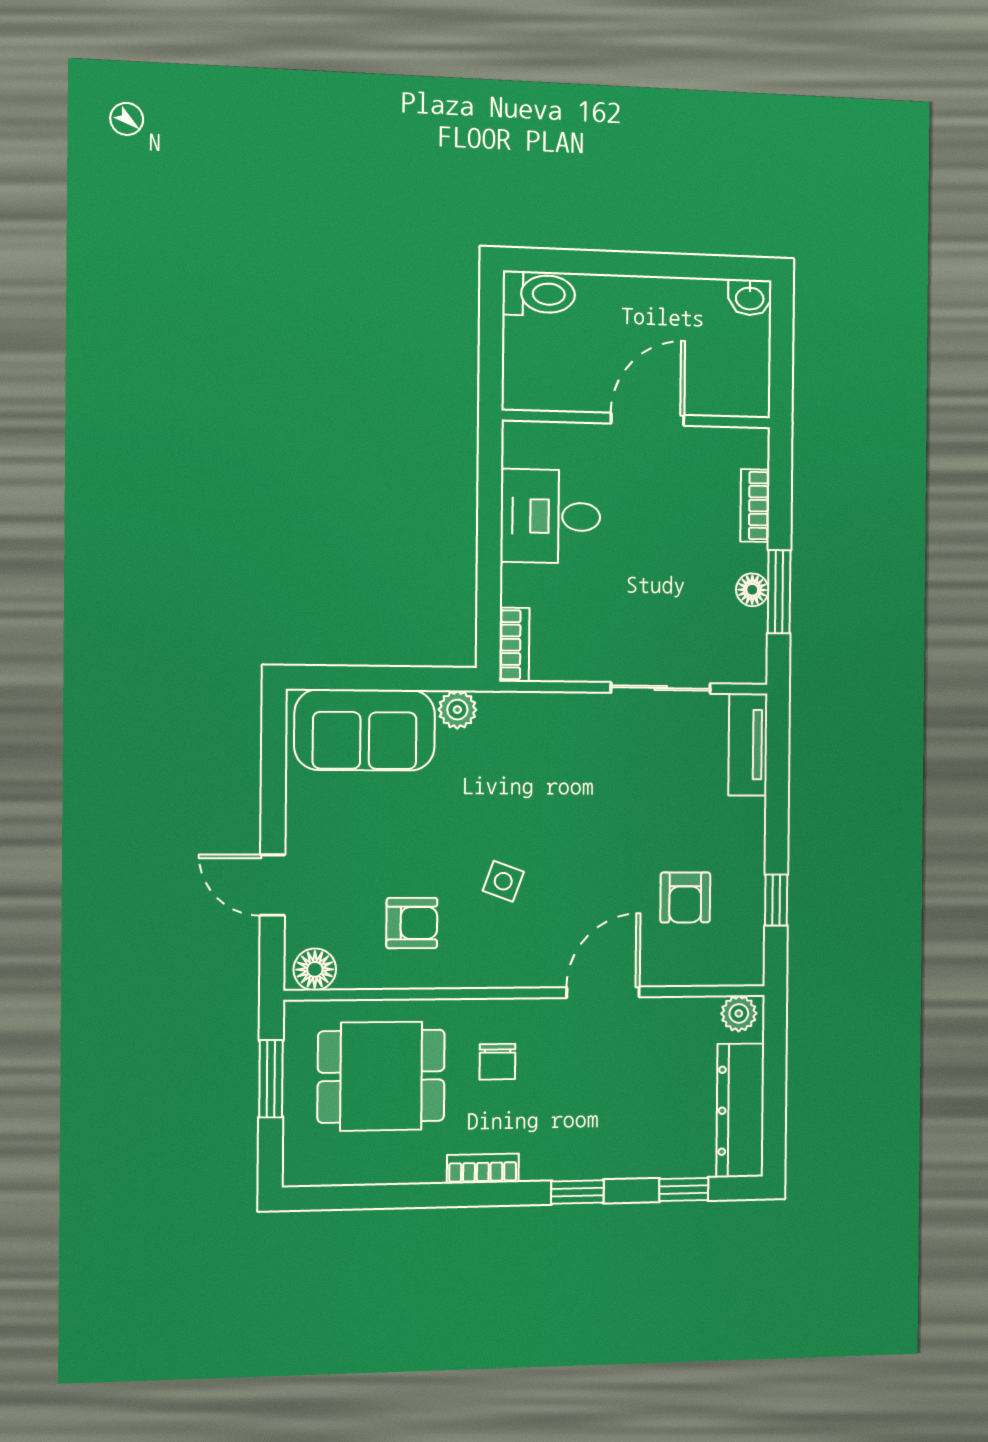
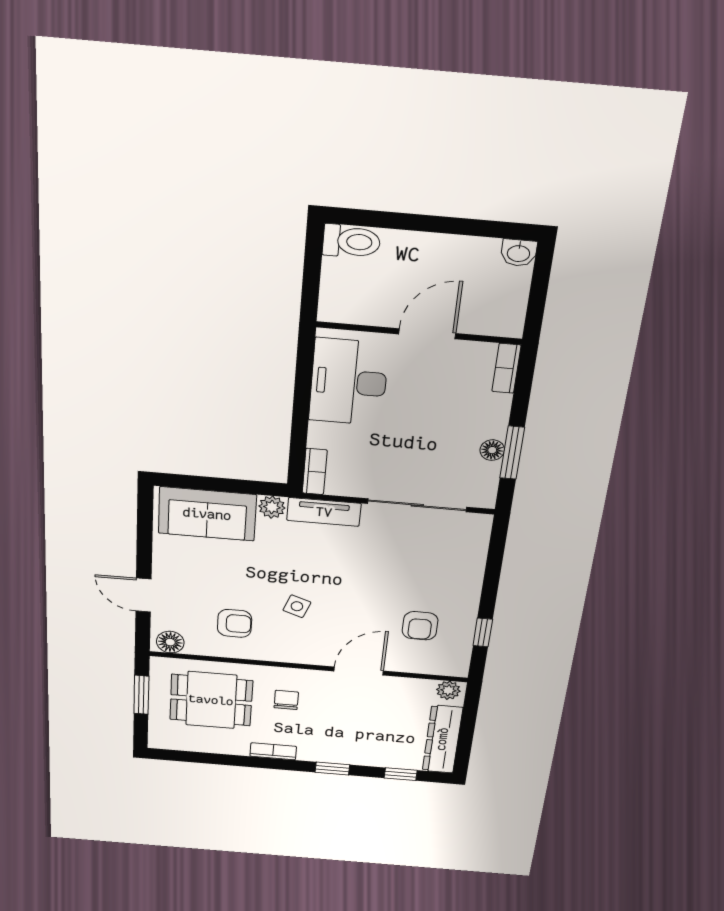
bookcase: (755, 506) -> (506, 368), moved
desk: (550, 516) -> (349, 382), width x1.37
sliding door: (661, 688) -> (417, 505), width x1.37
tv unit: (748, 745) -> (324, 512), moved, turned -90
chair: (497, 1062) -> (286, 700), turned 180

